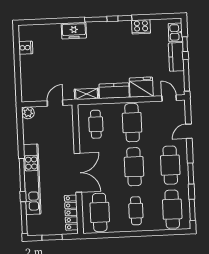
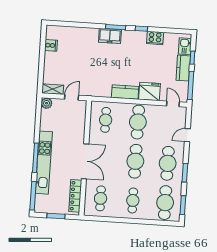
freezer: (74, 31) -> (110, 36), moved
shelving: (87, 94) -> (53, 89), moved
cafe table: (100, 212) -> (101, 198), width x0.73, depth x0.74

